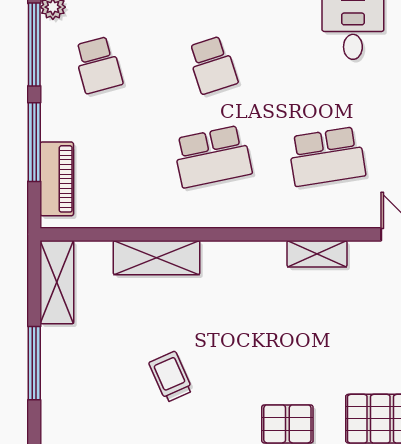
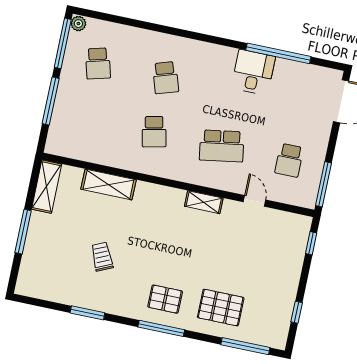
school desk: (212, 156) -> (154, 132), width x0.54
piano: (57, 179) -> (59, 126), removed

